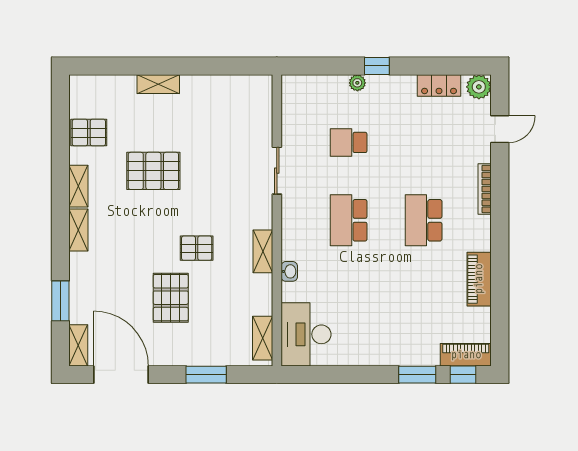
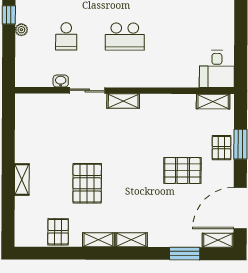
pallet: (197, 248) -> (221, 148), moved
shelving: (263, 251) -> (123, 101), moved
washbasin: (289, 271) -> (61, 81), moved
desk: (306, 334) -> (217, 69), width x0.73

